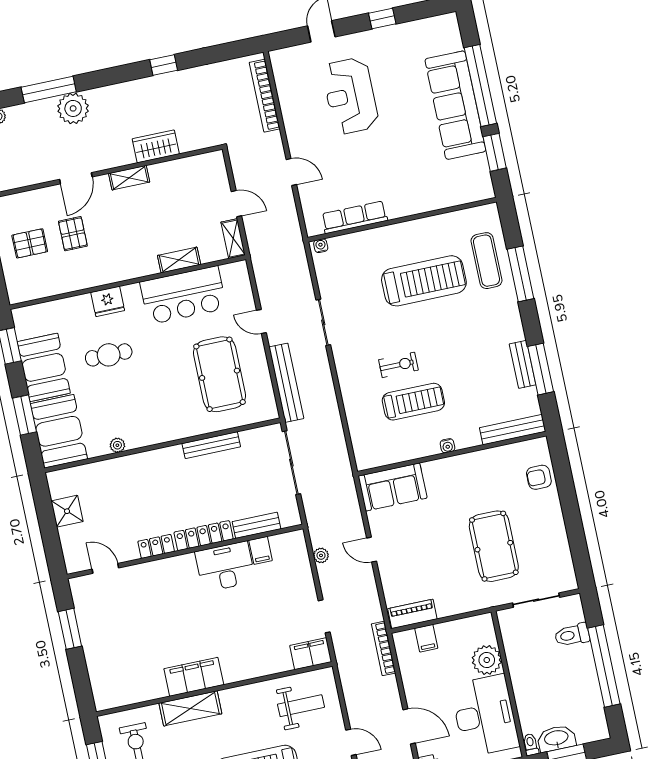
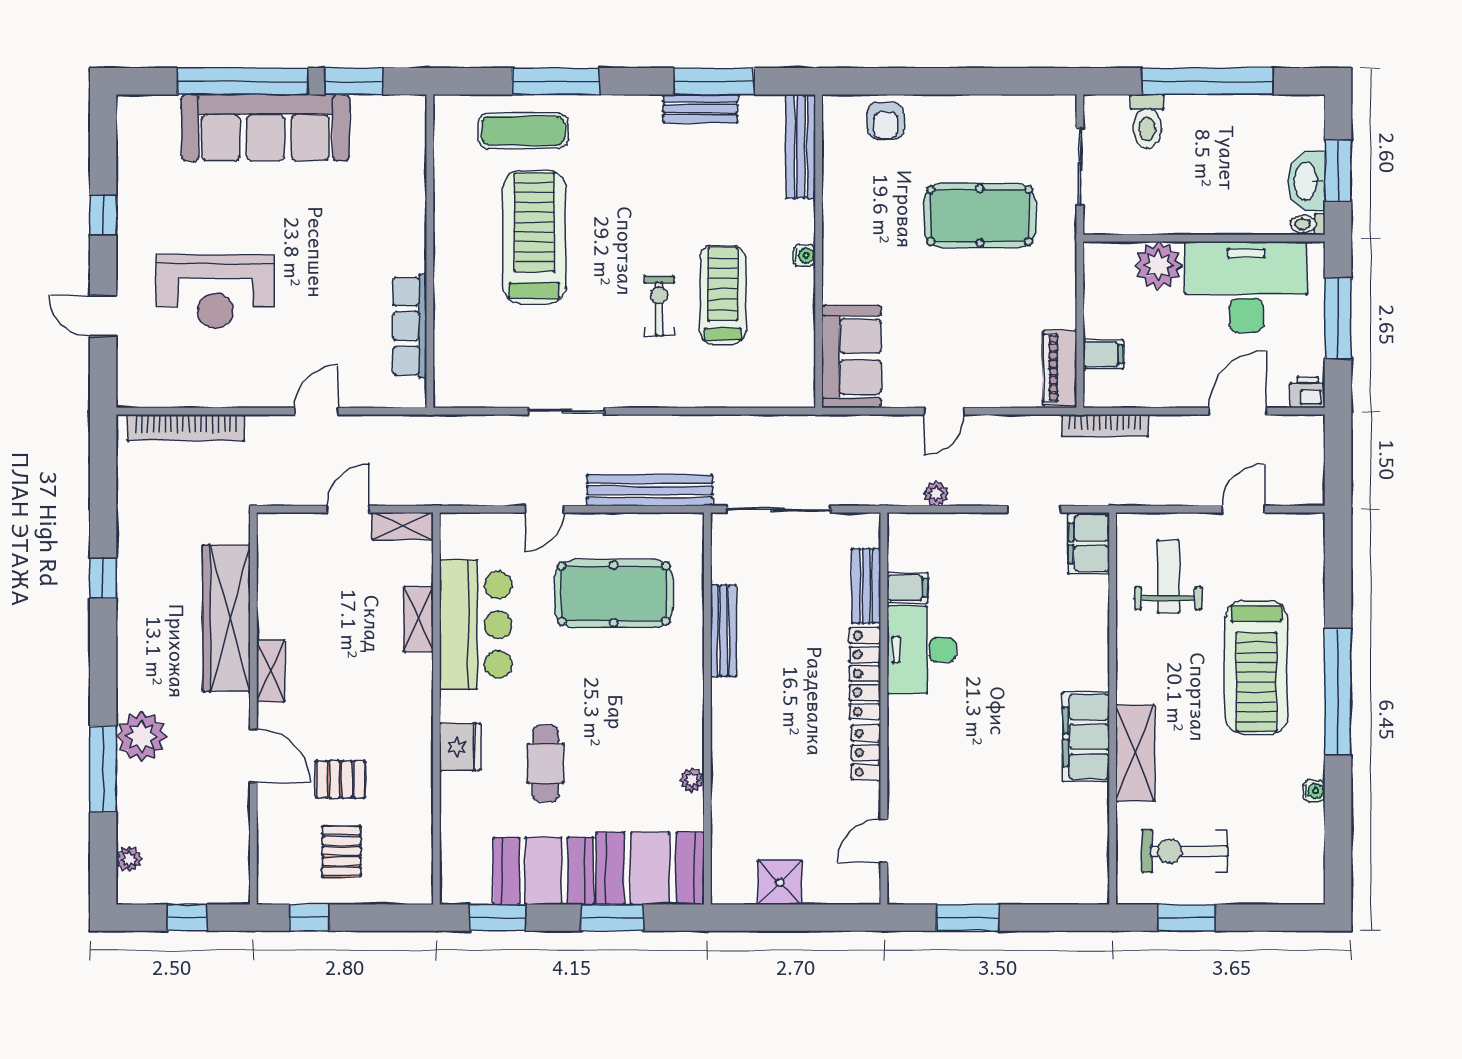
wardrobe: (156, 146) -> (226, 618), width x2.10, depth x1.17
water cooler: (321, 246) -> (444, 389), removed

